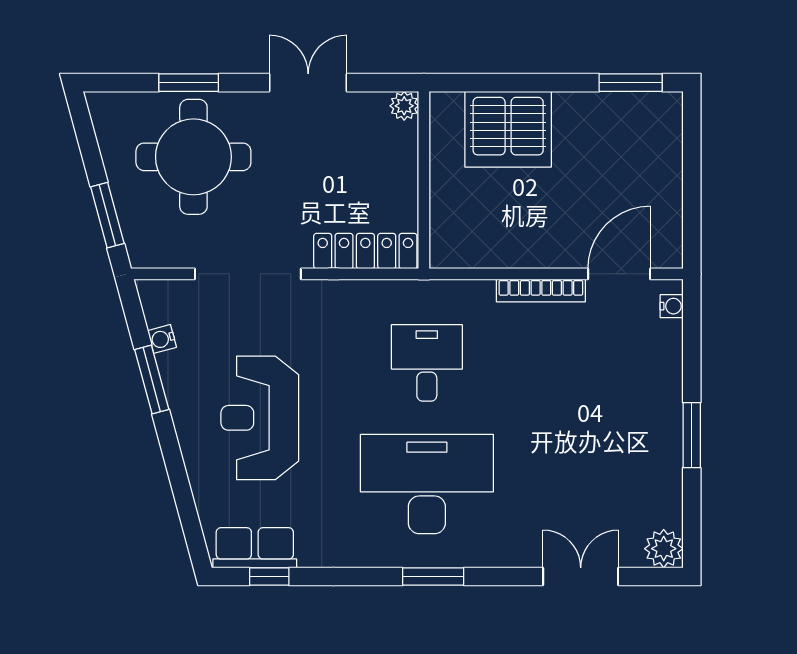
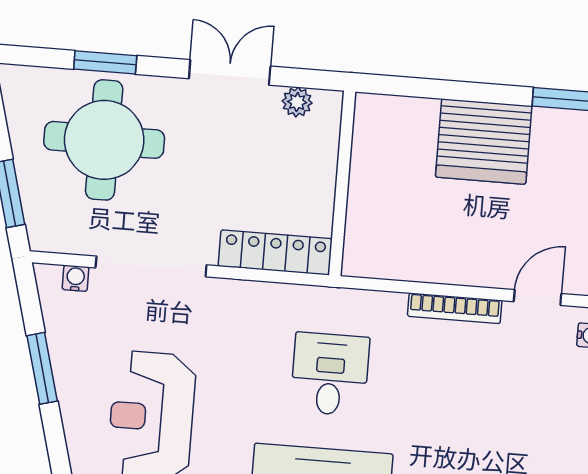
plant: (404, 106) -> (297, 102), moved
server rack: (508, 129) -> (484, 142), moved
door: (619, 274) -> (538, 298), width x0.73
water cooler: (162, 339) -> (76, 278), moved, turned 105

